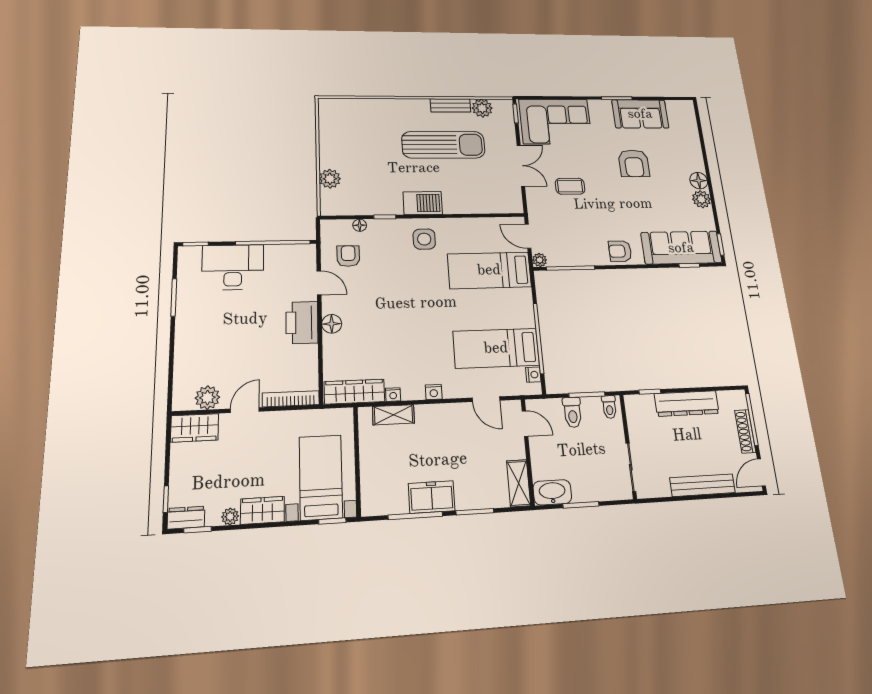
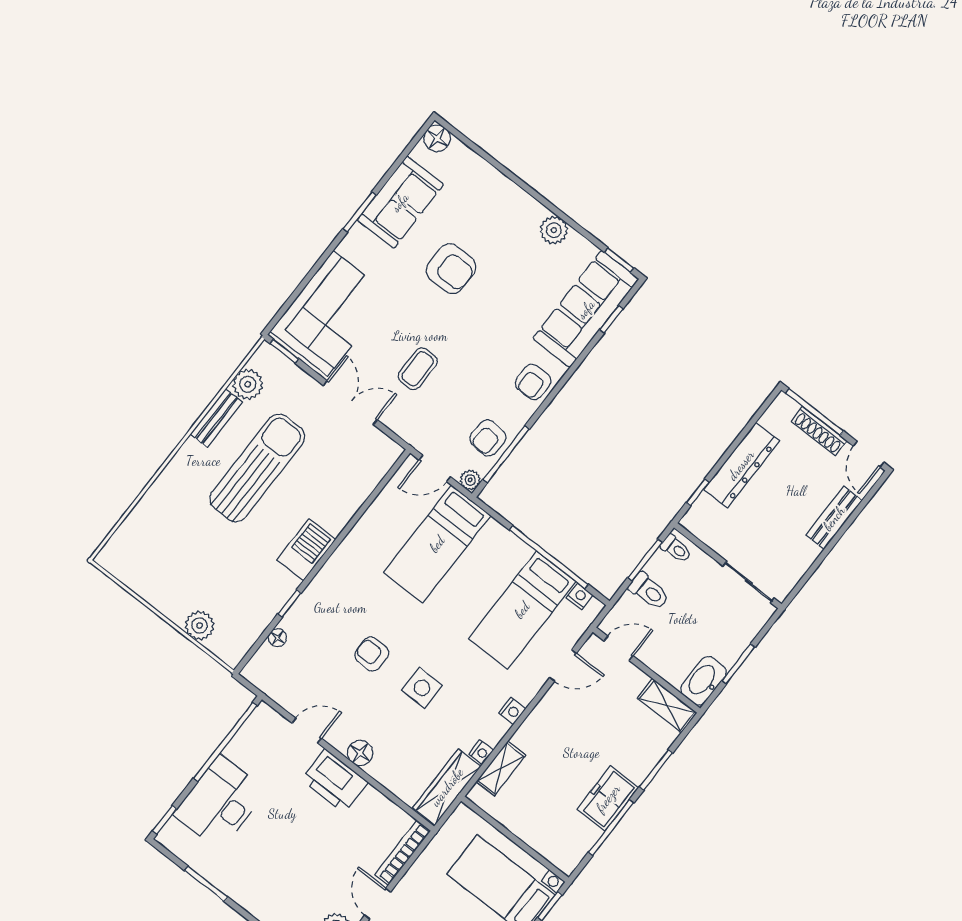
floor lamp: (699, 181) -> (437, 138), moved
side table: (424, 239) -> (422, 688), moved
armchair: (570, 251) -> (488, 438), added
armchair: (348, 256) -> (372, 654), moved
bench: (702, 485) -> (834, 518), width x0.73

